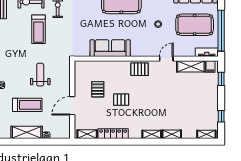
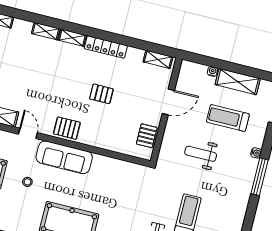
sofa: (110, 48) -> (64, 157), moved
door: (166, 59) -> (28, 133), swing flipped
weight bench: (40, 75) -> (201, 154), turned 90
pallet: (98, 89) -> (147, 136), moved
locker: (113, 134) -> (106, 47), moved

